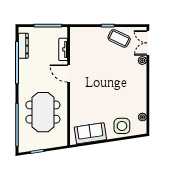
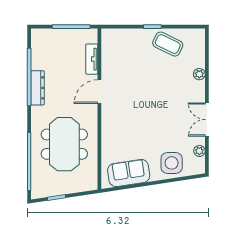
double door: (148, 43) -> (207, 120), moved
dresser: (23, 46) -> (37, 88), moved
door: (69, 73) -> (99, 92), hinge flipped

